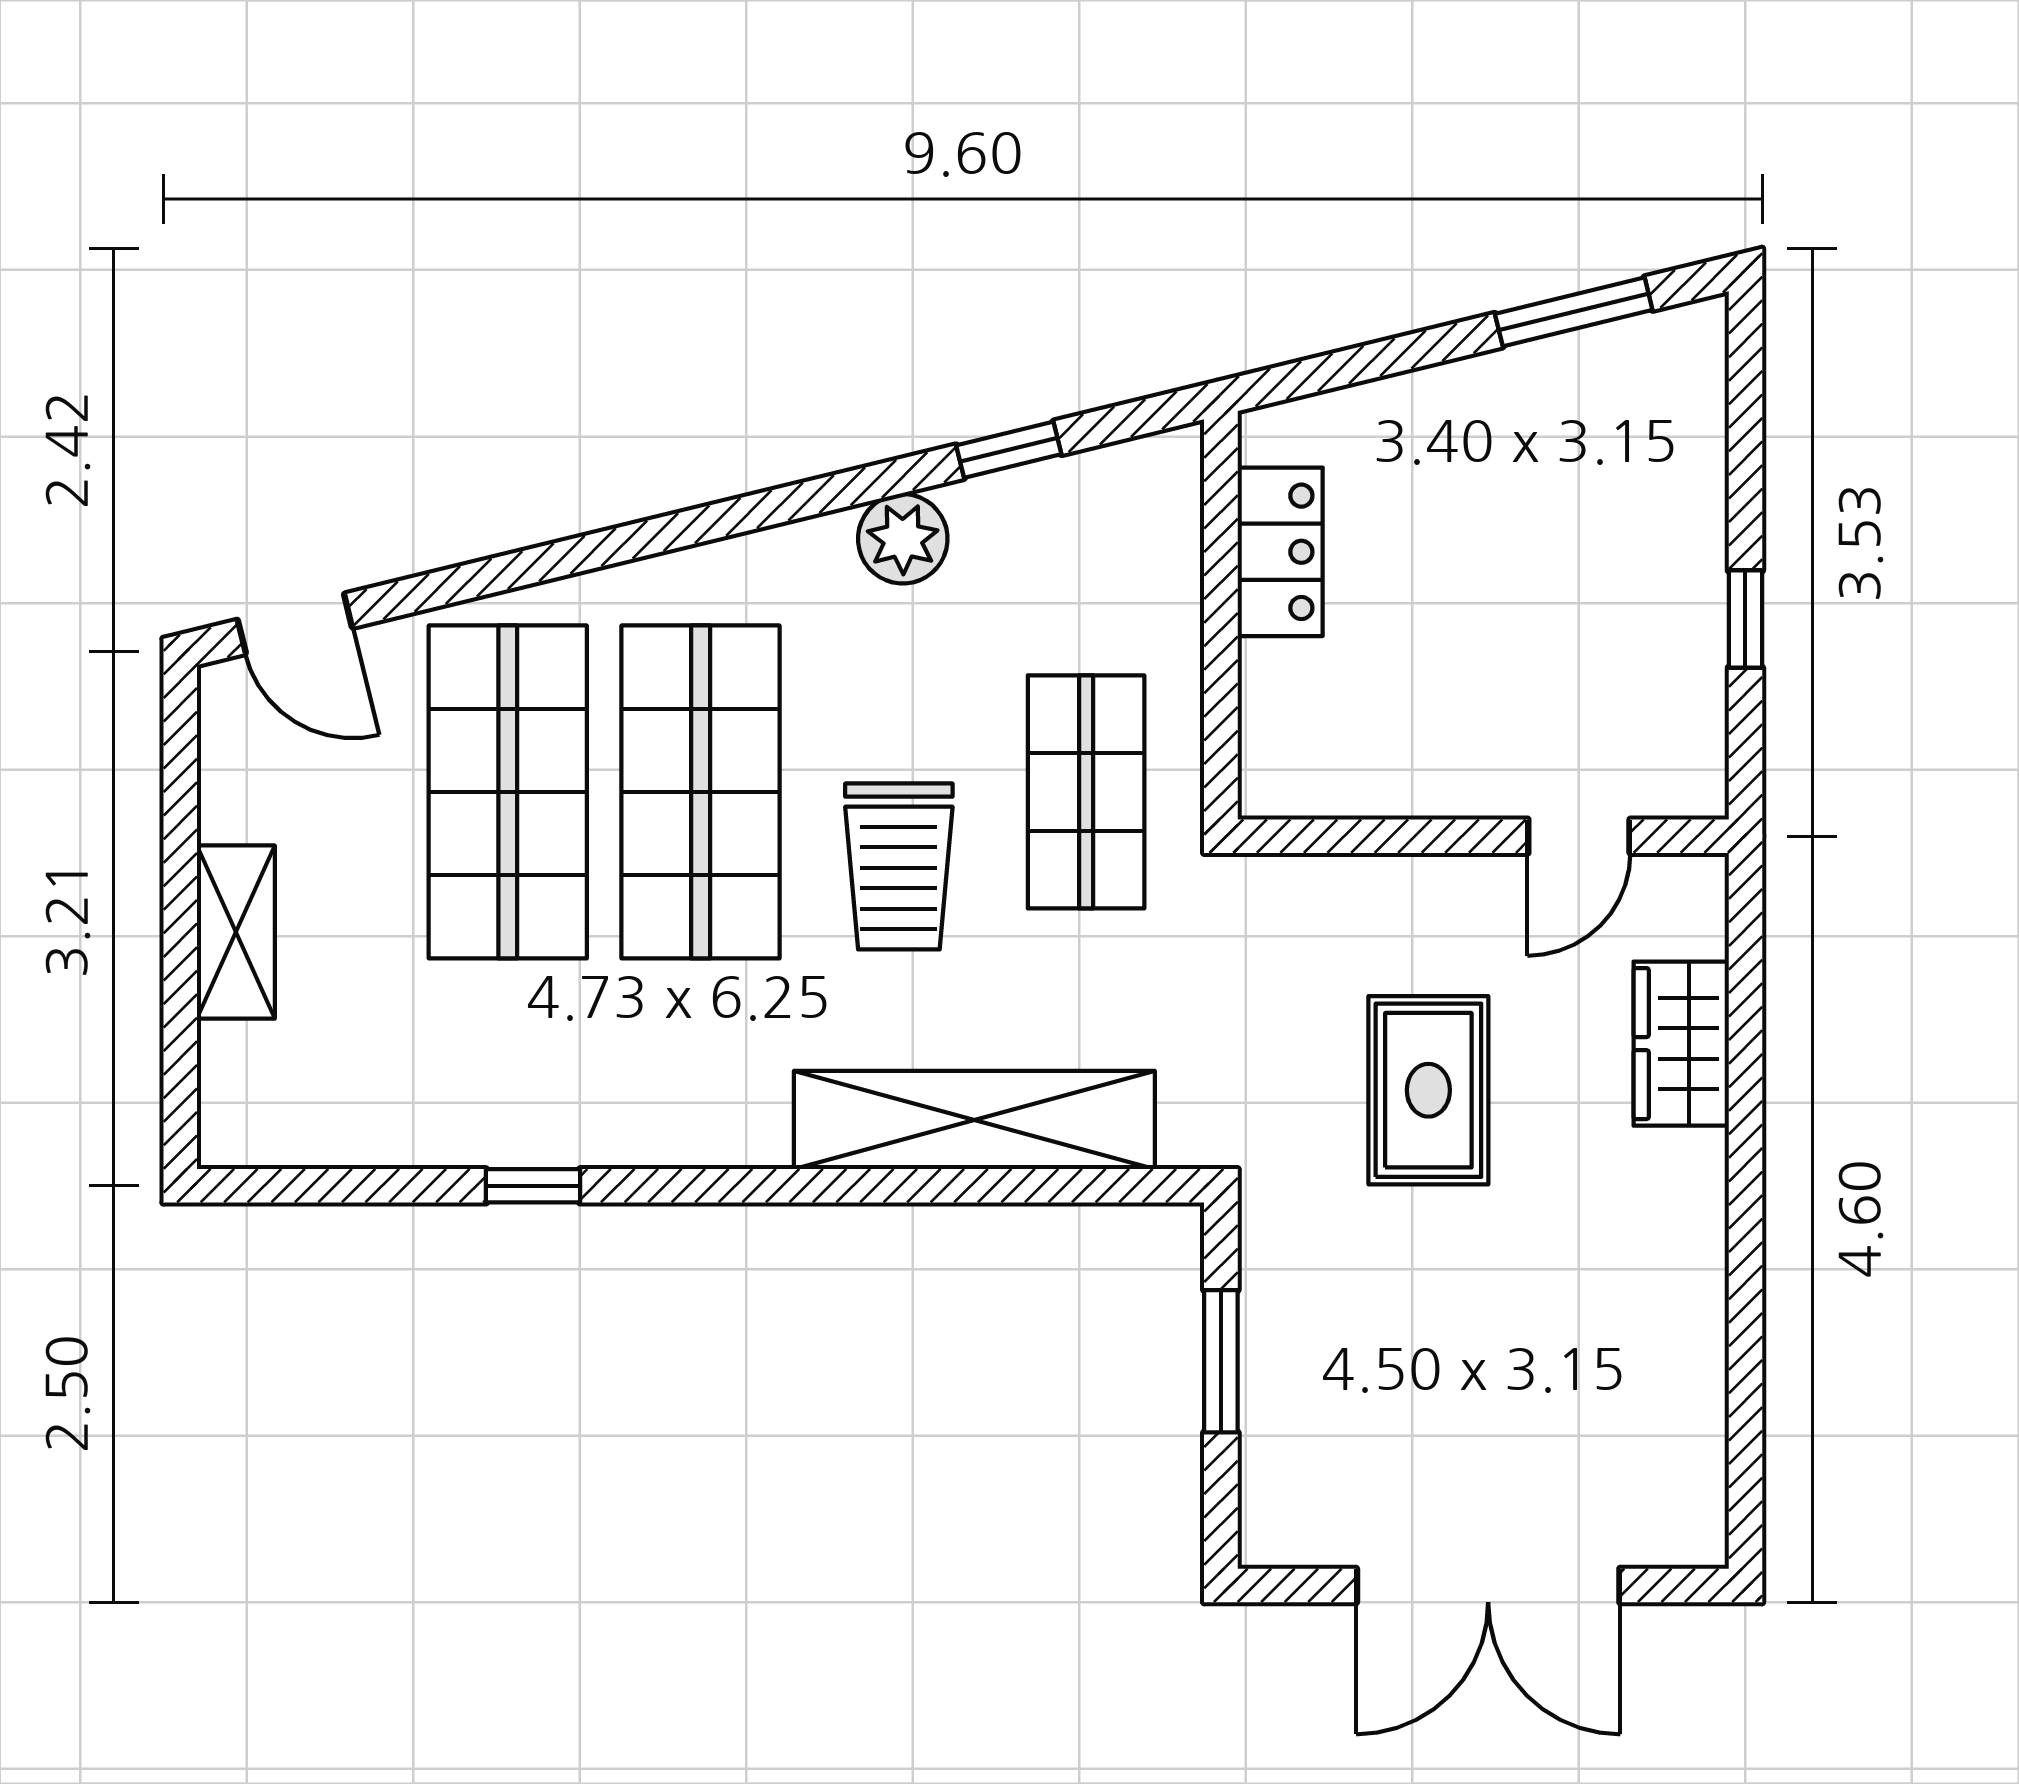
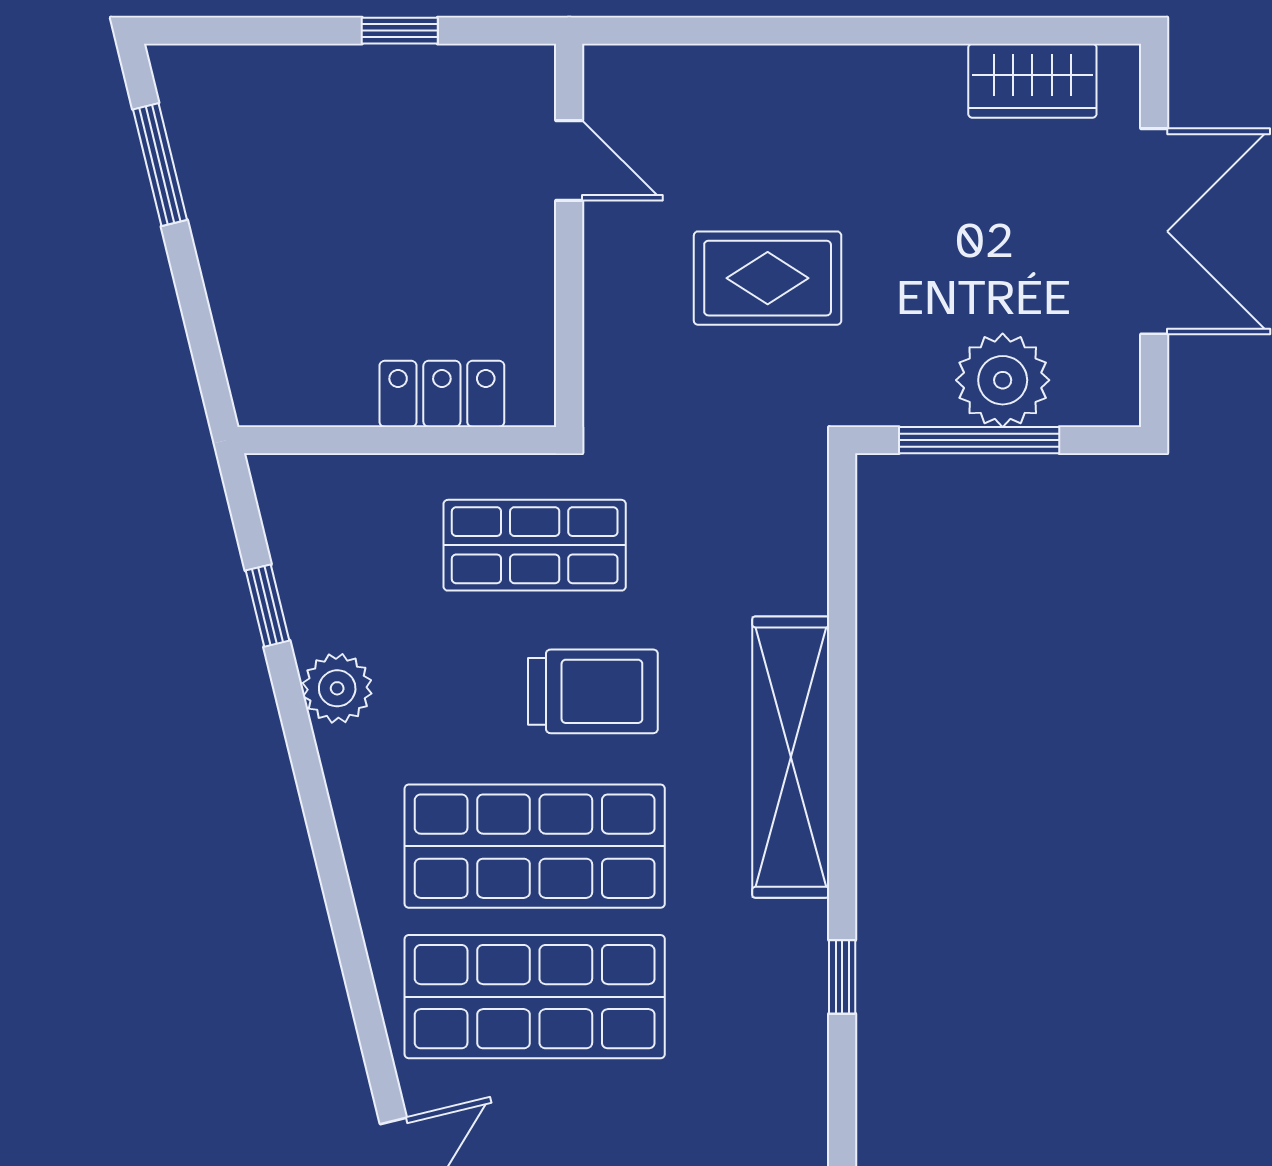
locker: (1280, 552) -> (442, 394), moved
wardrobe: (1681, 1044) -> (1032, 81), moved
shelving: (974, 1120) -> (791, 757), moved
window: (1221, 1361) -> (979, 440), width x1.44
plant: (1298, 1392) -> (1003, 380), added

